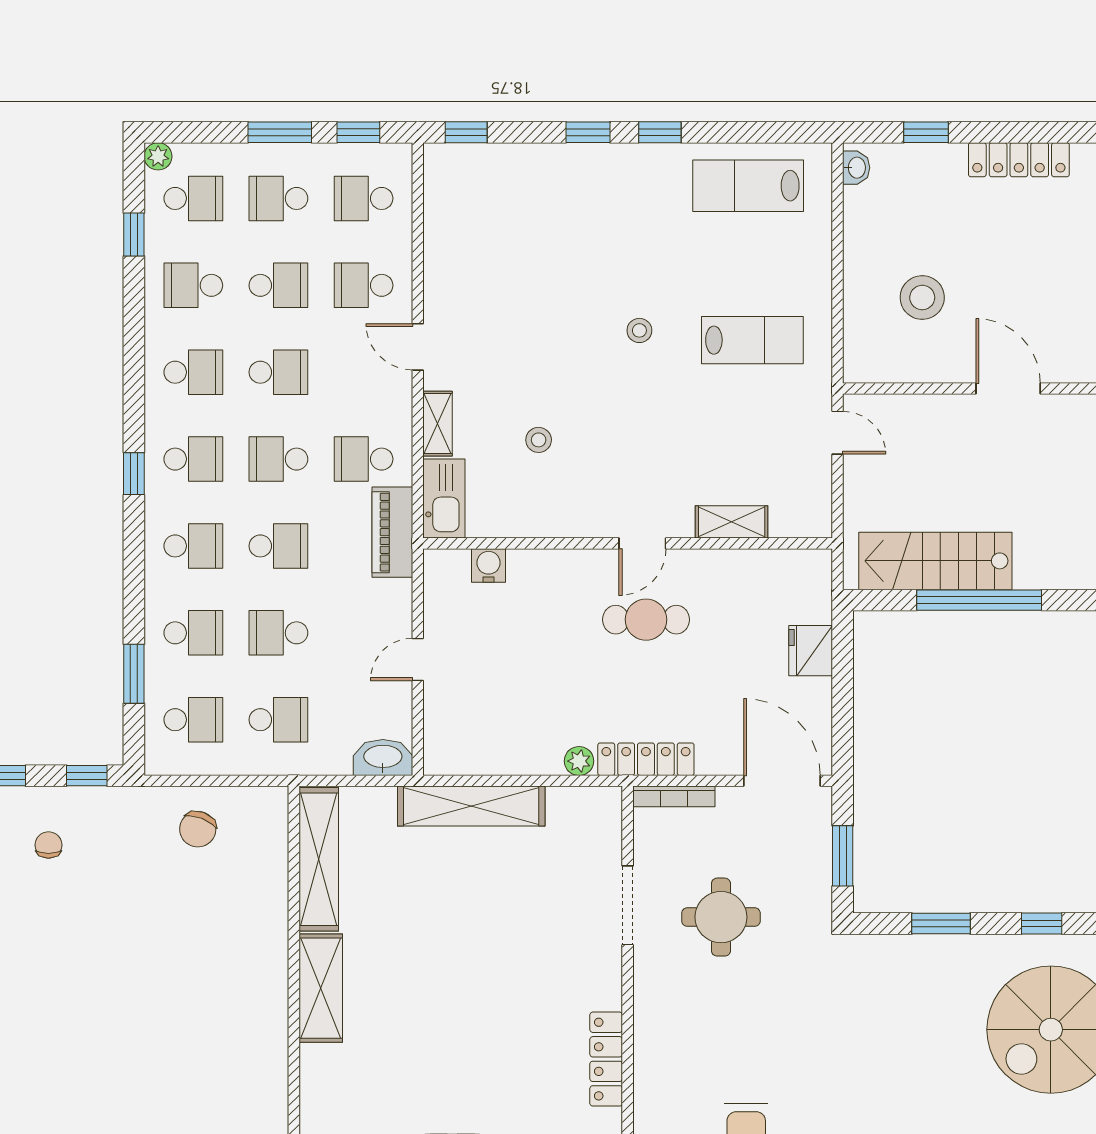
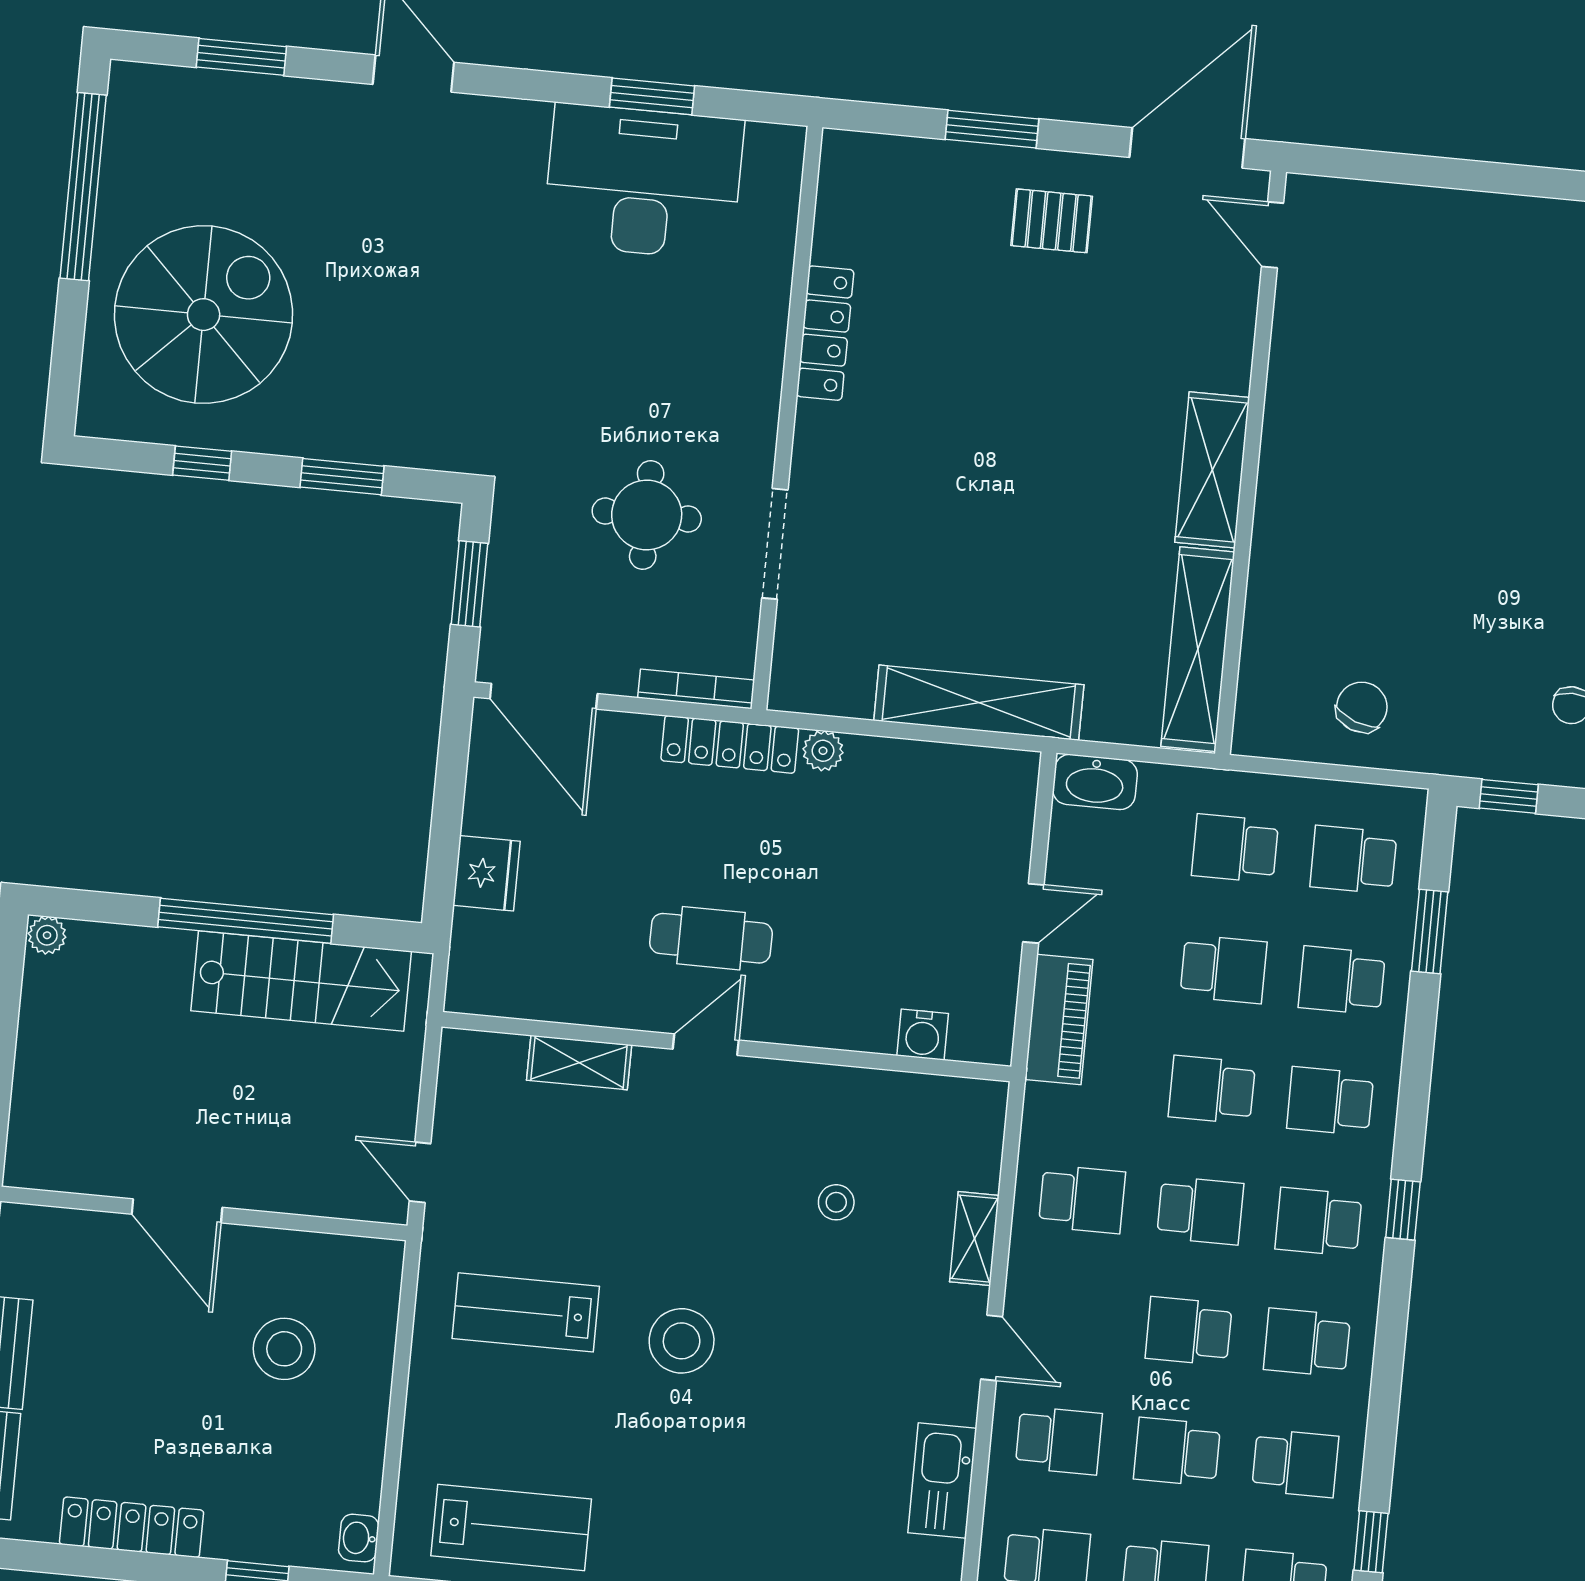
stool: (639, 330) -> (682, 1341), width x1.89, depth x1.89
kitchen sink: (444, 498) -> (942, 1480), moved
piano: (392, 532) -> (1059, 1019), moved

